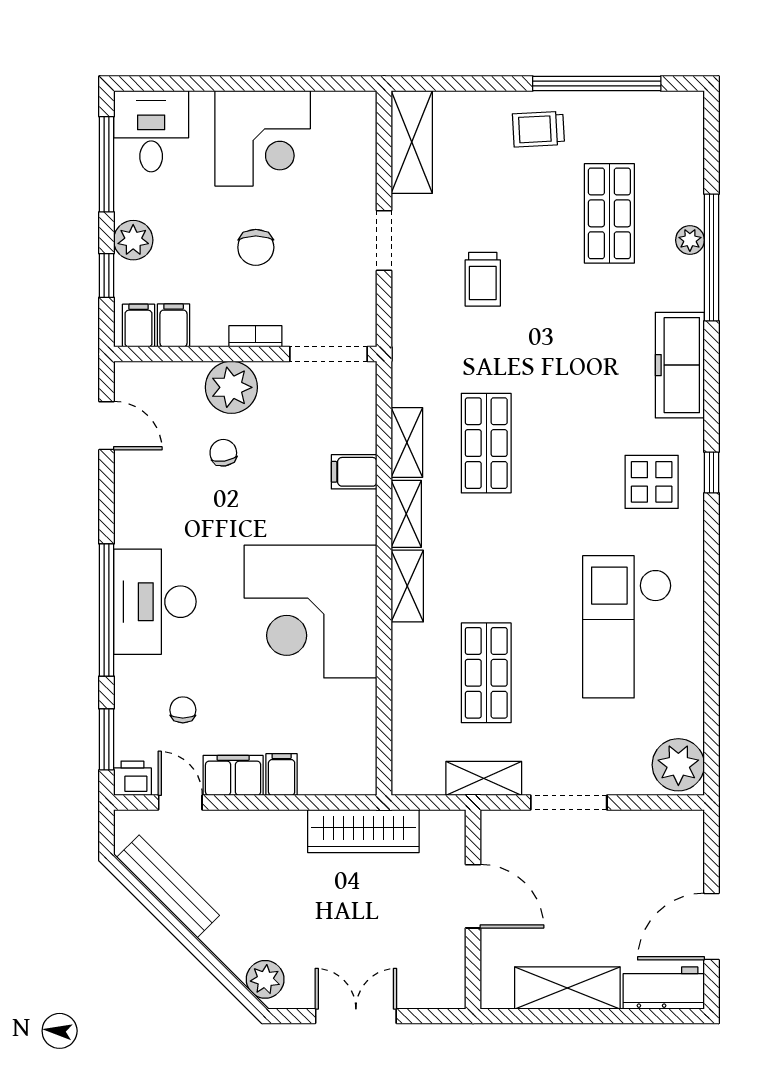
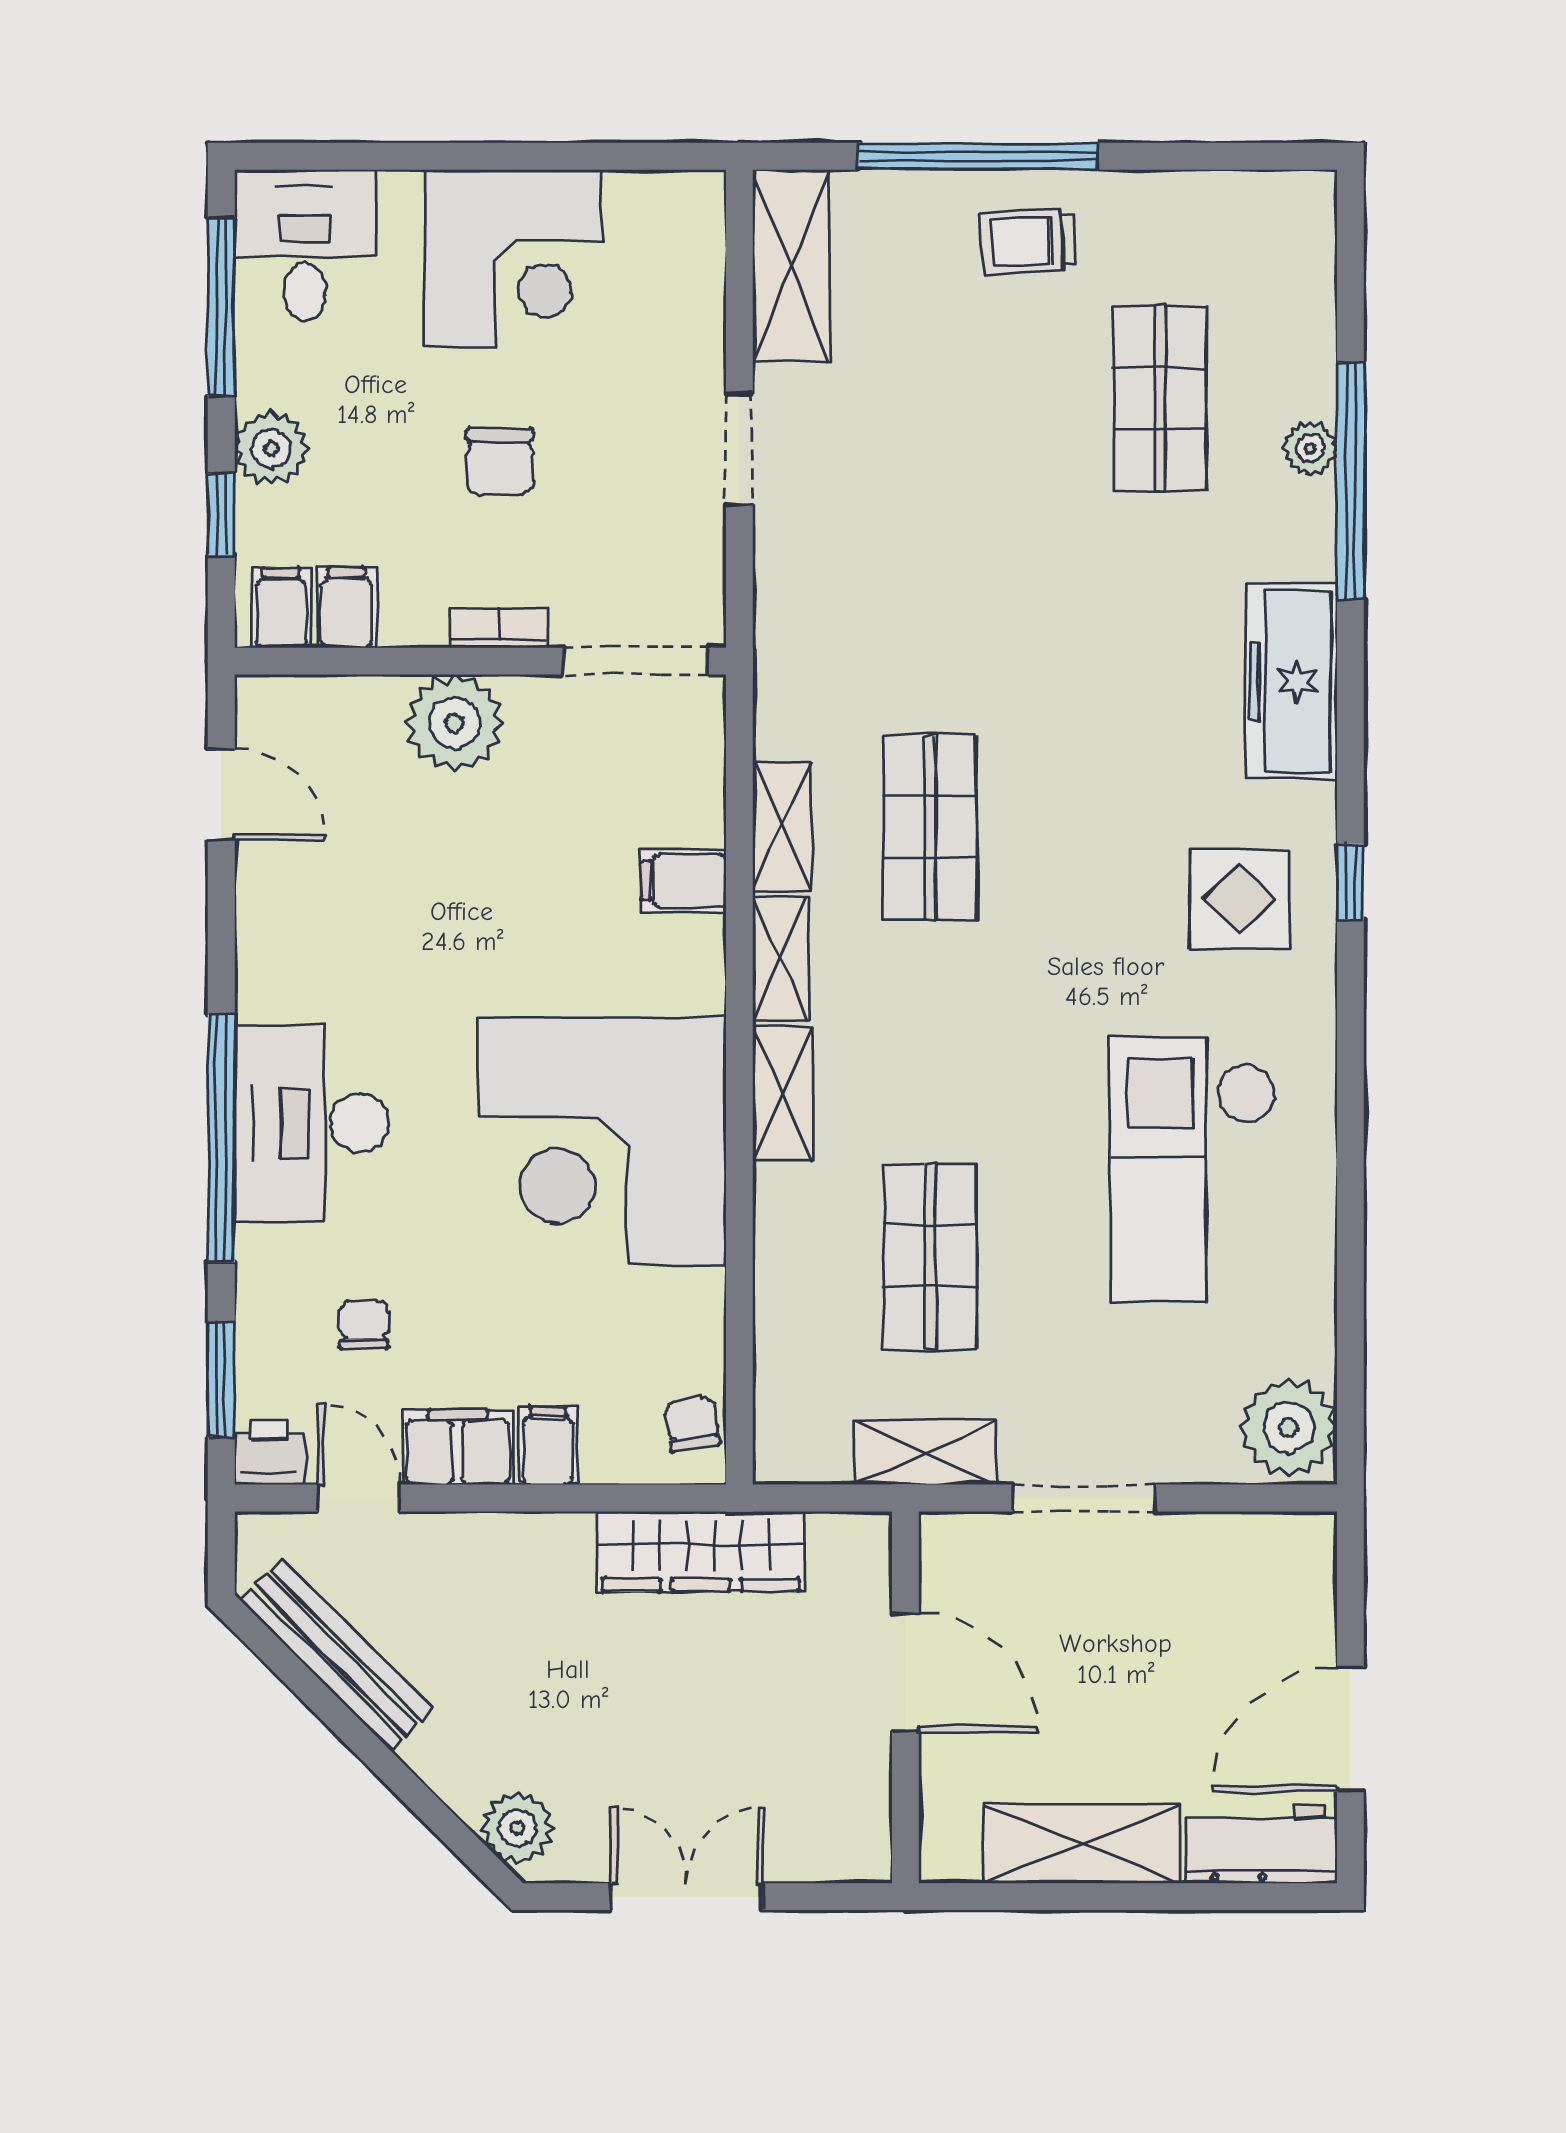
window: (597, 84) -> (978, 156), moved
trolley: (483, 279) -> (924, 521), removed
chair: (223, 453) -> (692, 1424), moved

